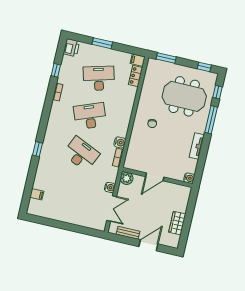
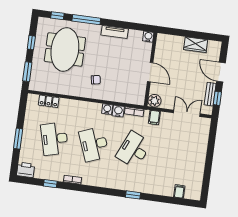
filing cabinet: (138, 60) -> (154, 117), moved
window: (204, 67) -> (31, 43), moved
water cooler: (110, 187) -> (107, 109), moved
window: (123, 239) -> (217, 98), added

